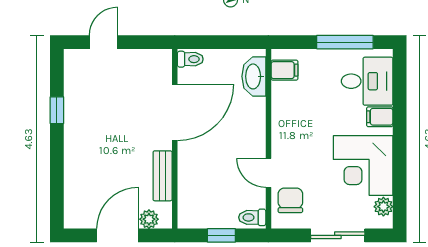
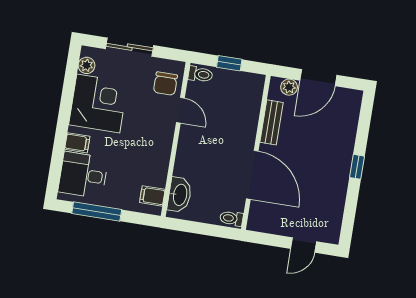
window: (57, 110) -> (357, 167), moved
door: (175, 113) -> (252, 175), swing flipped

